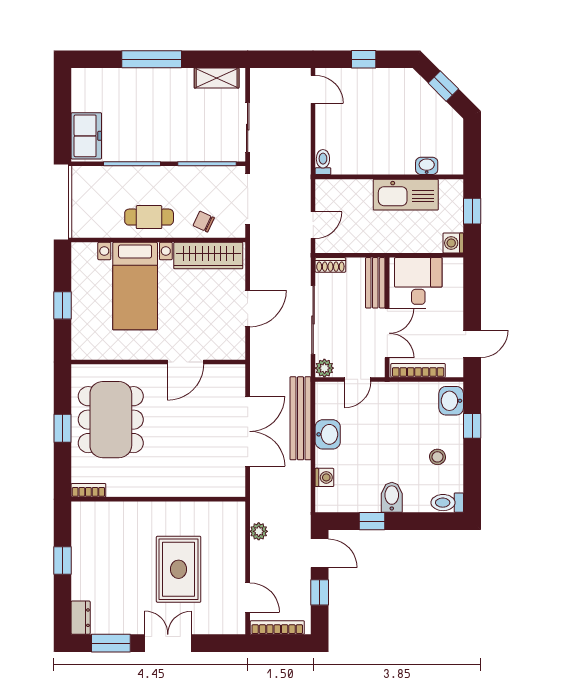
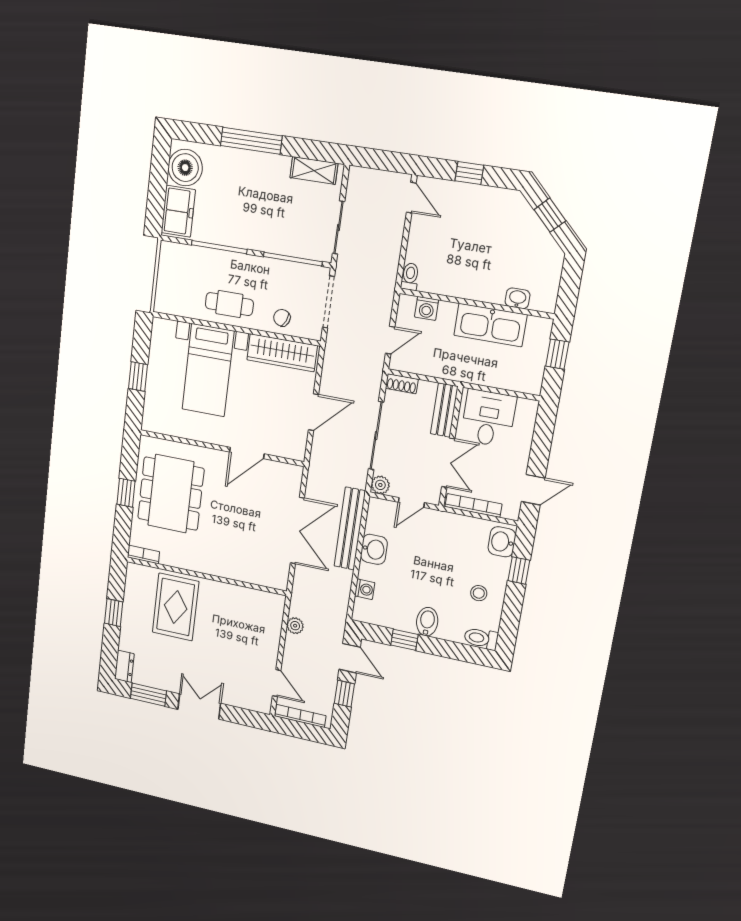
boiler: (89, 93) -> (185, 168), added
washing machine: (453, 243) -> (427, 308), moved, turned -90
rug: (179, 569) -> (176, 607), moved

